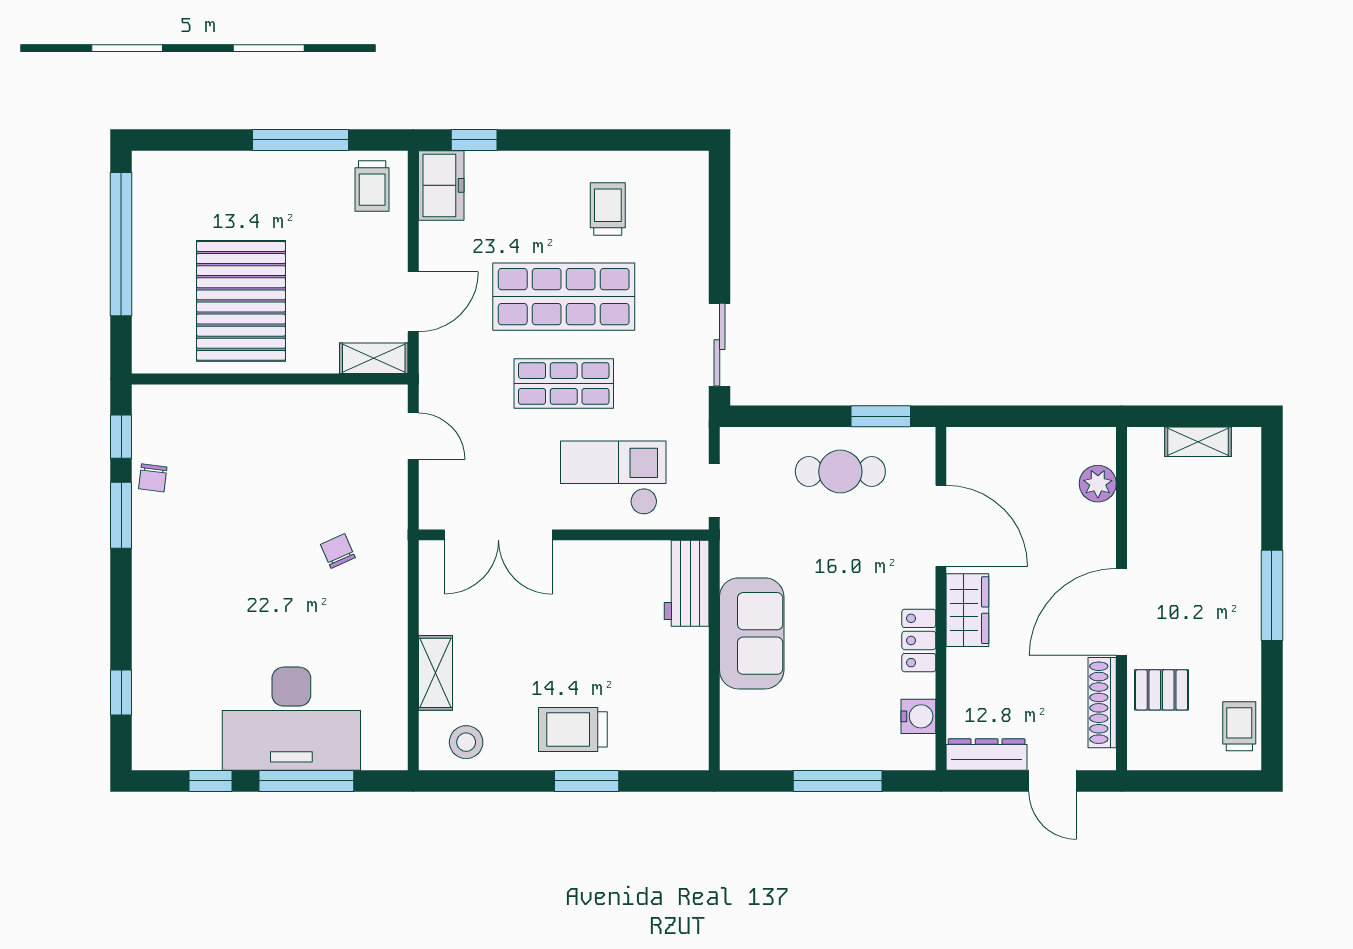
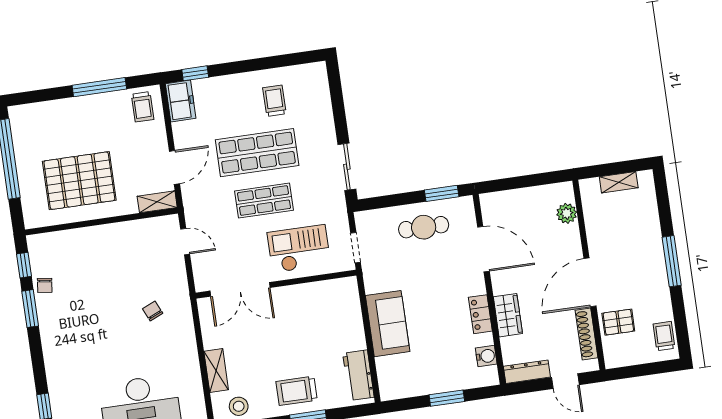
pallet: (241, 301) -> (79, 181), turned 90
workbench: (687, 583) -> (358, 375), moved
wardrobe: (967, 610) -> (508, 315), moved
window: (838, 781) -> (447, 398), width x0.69

